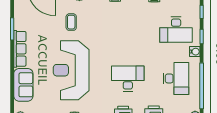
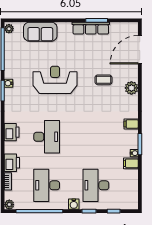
row of seats: (20, 49) -> (91, 28), moved
reception desk: (71, 70) -> (55, 80), width x0.74, depth x0.77
desk: (176, 78) -> (47, 185), turned 90

